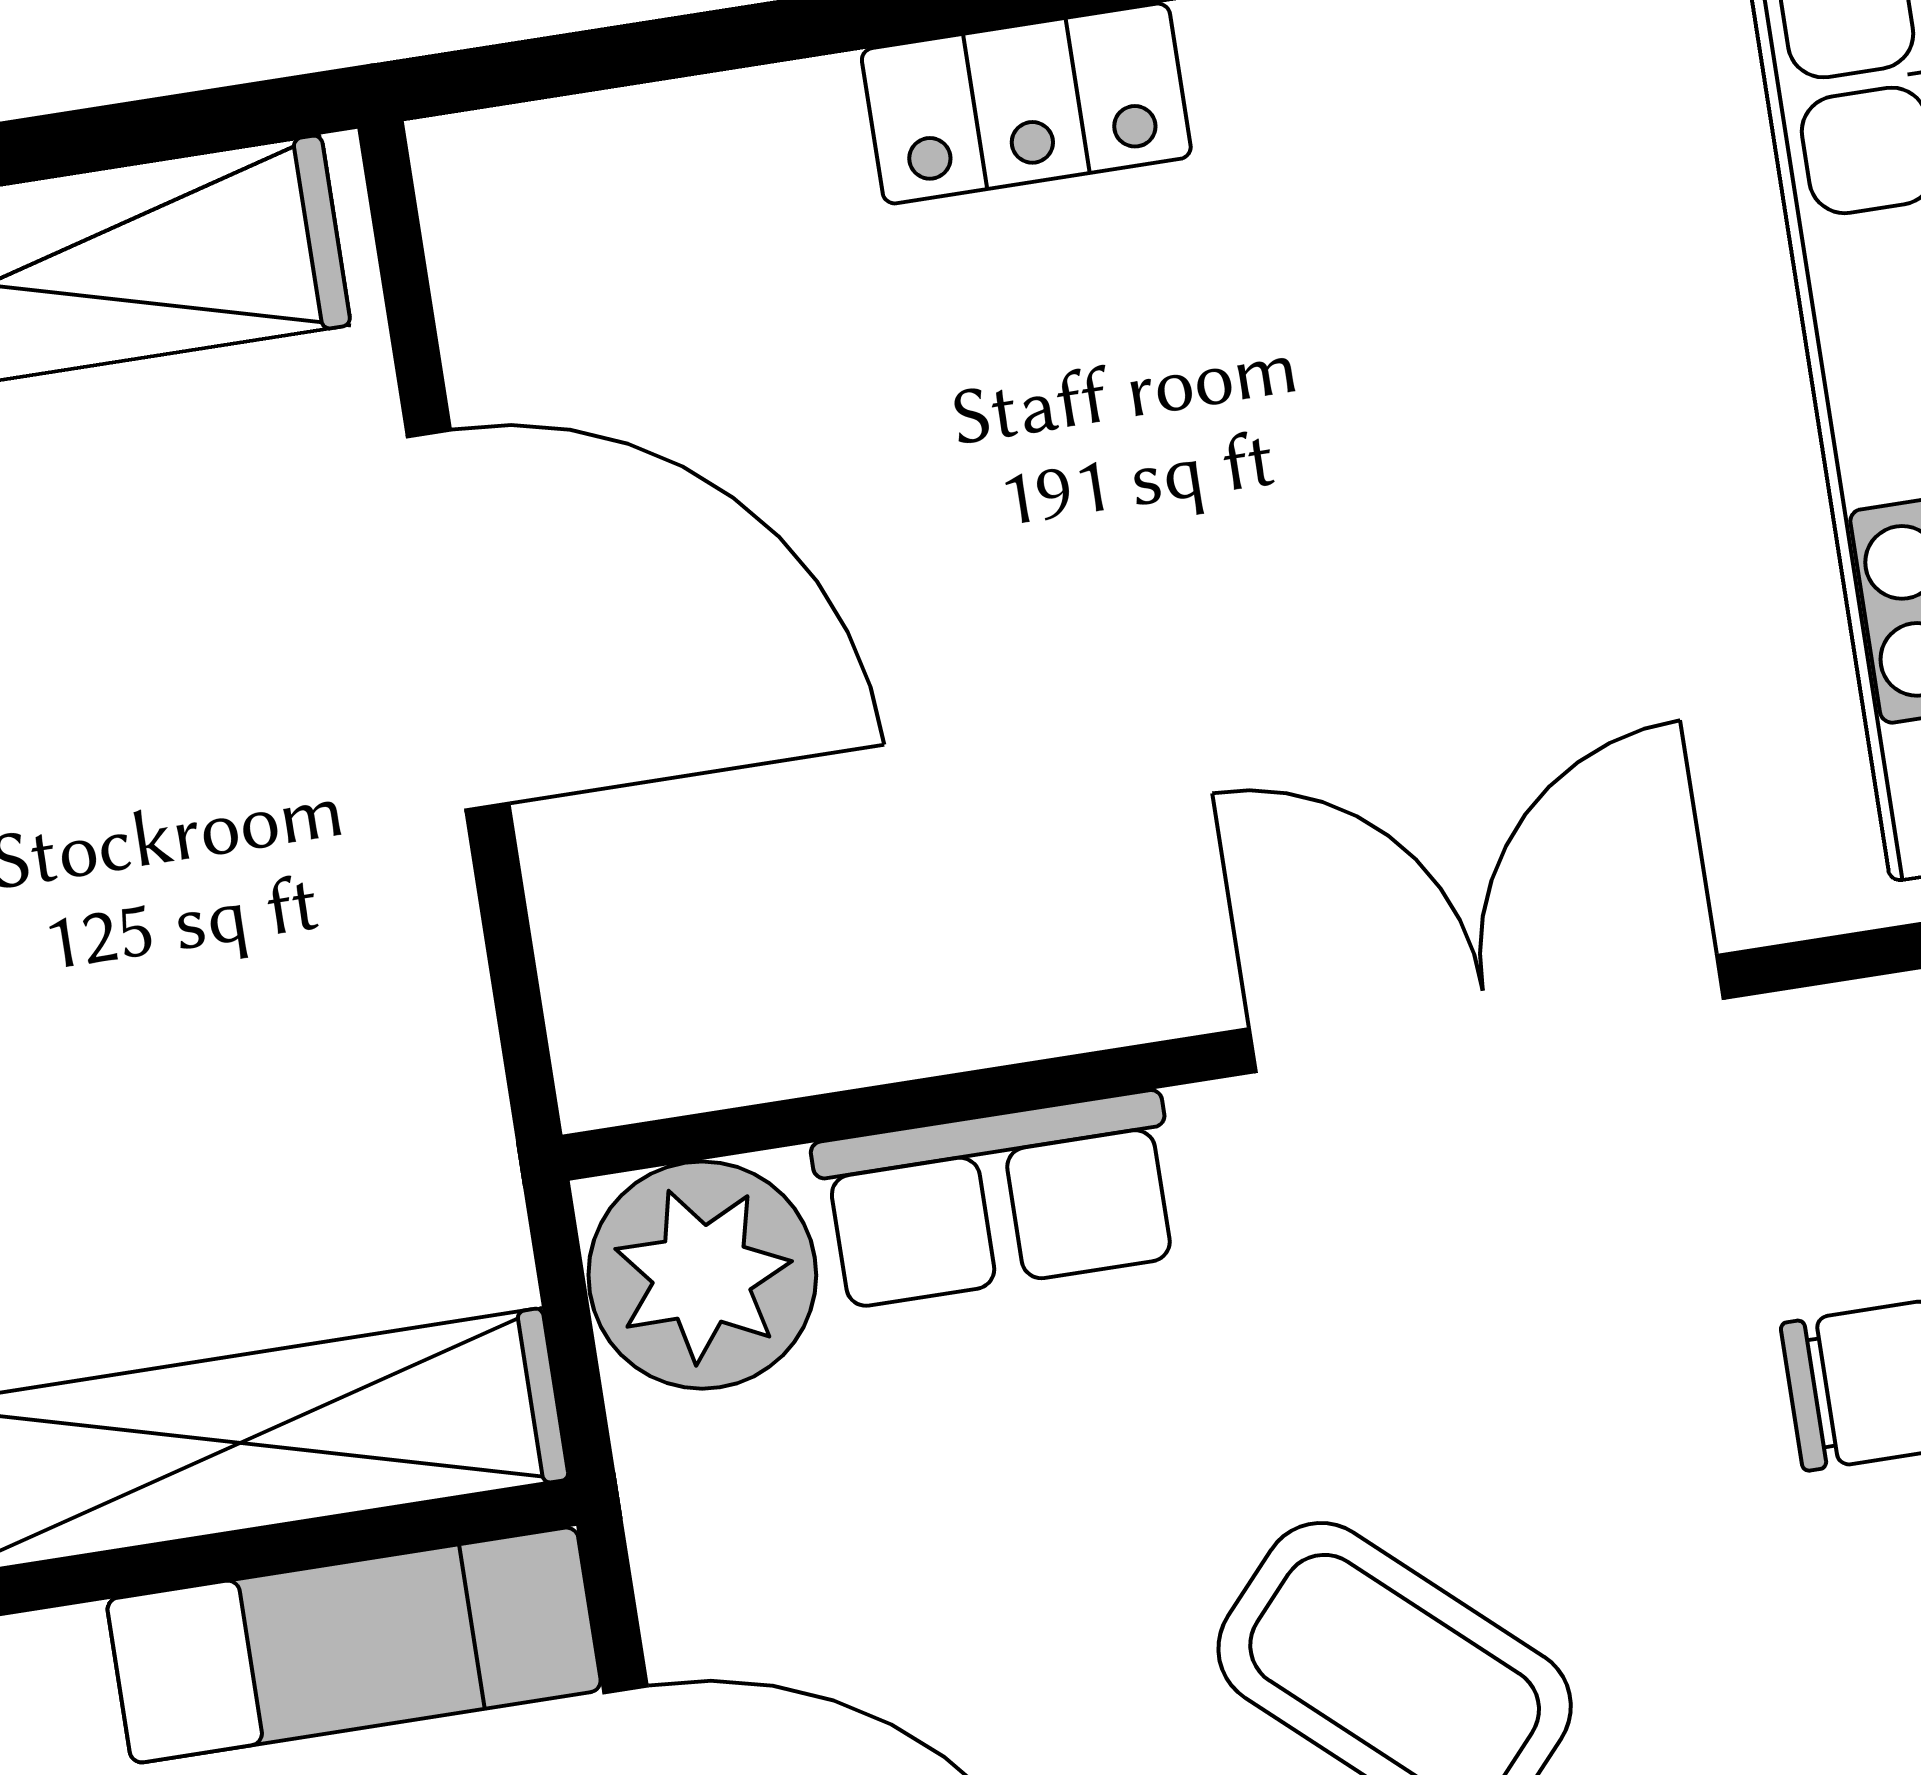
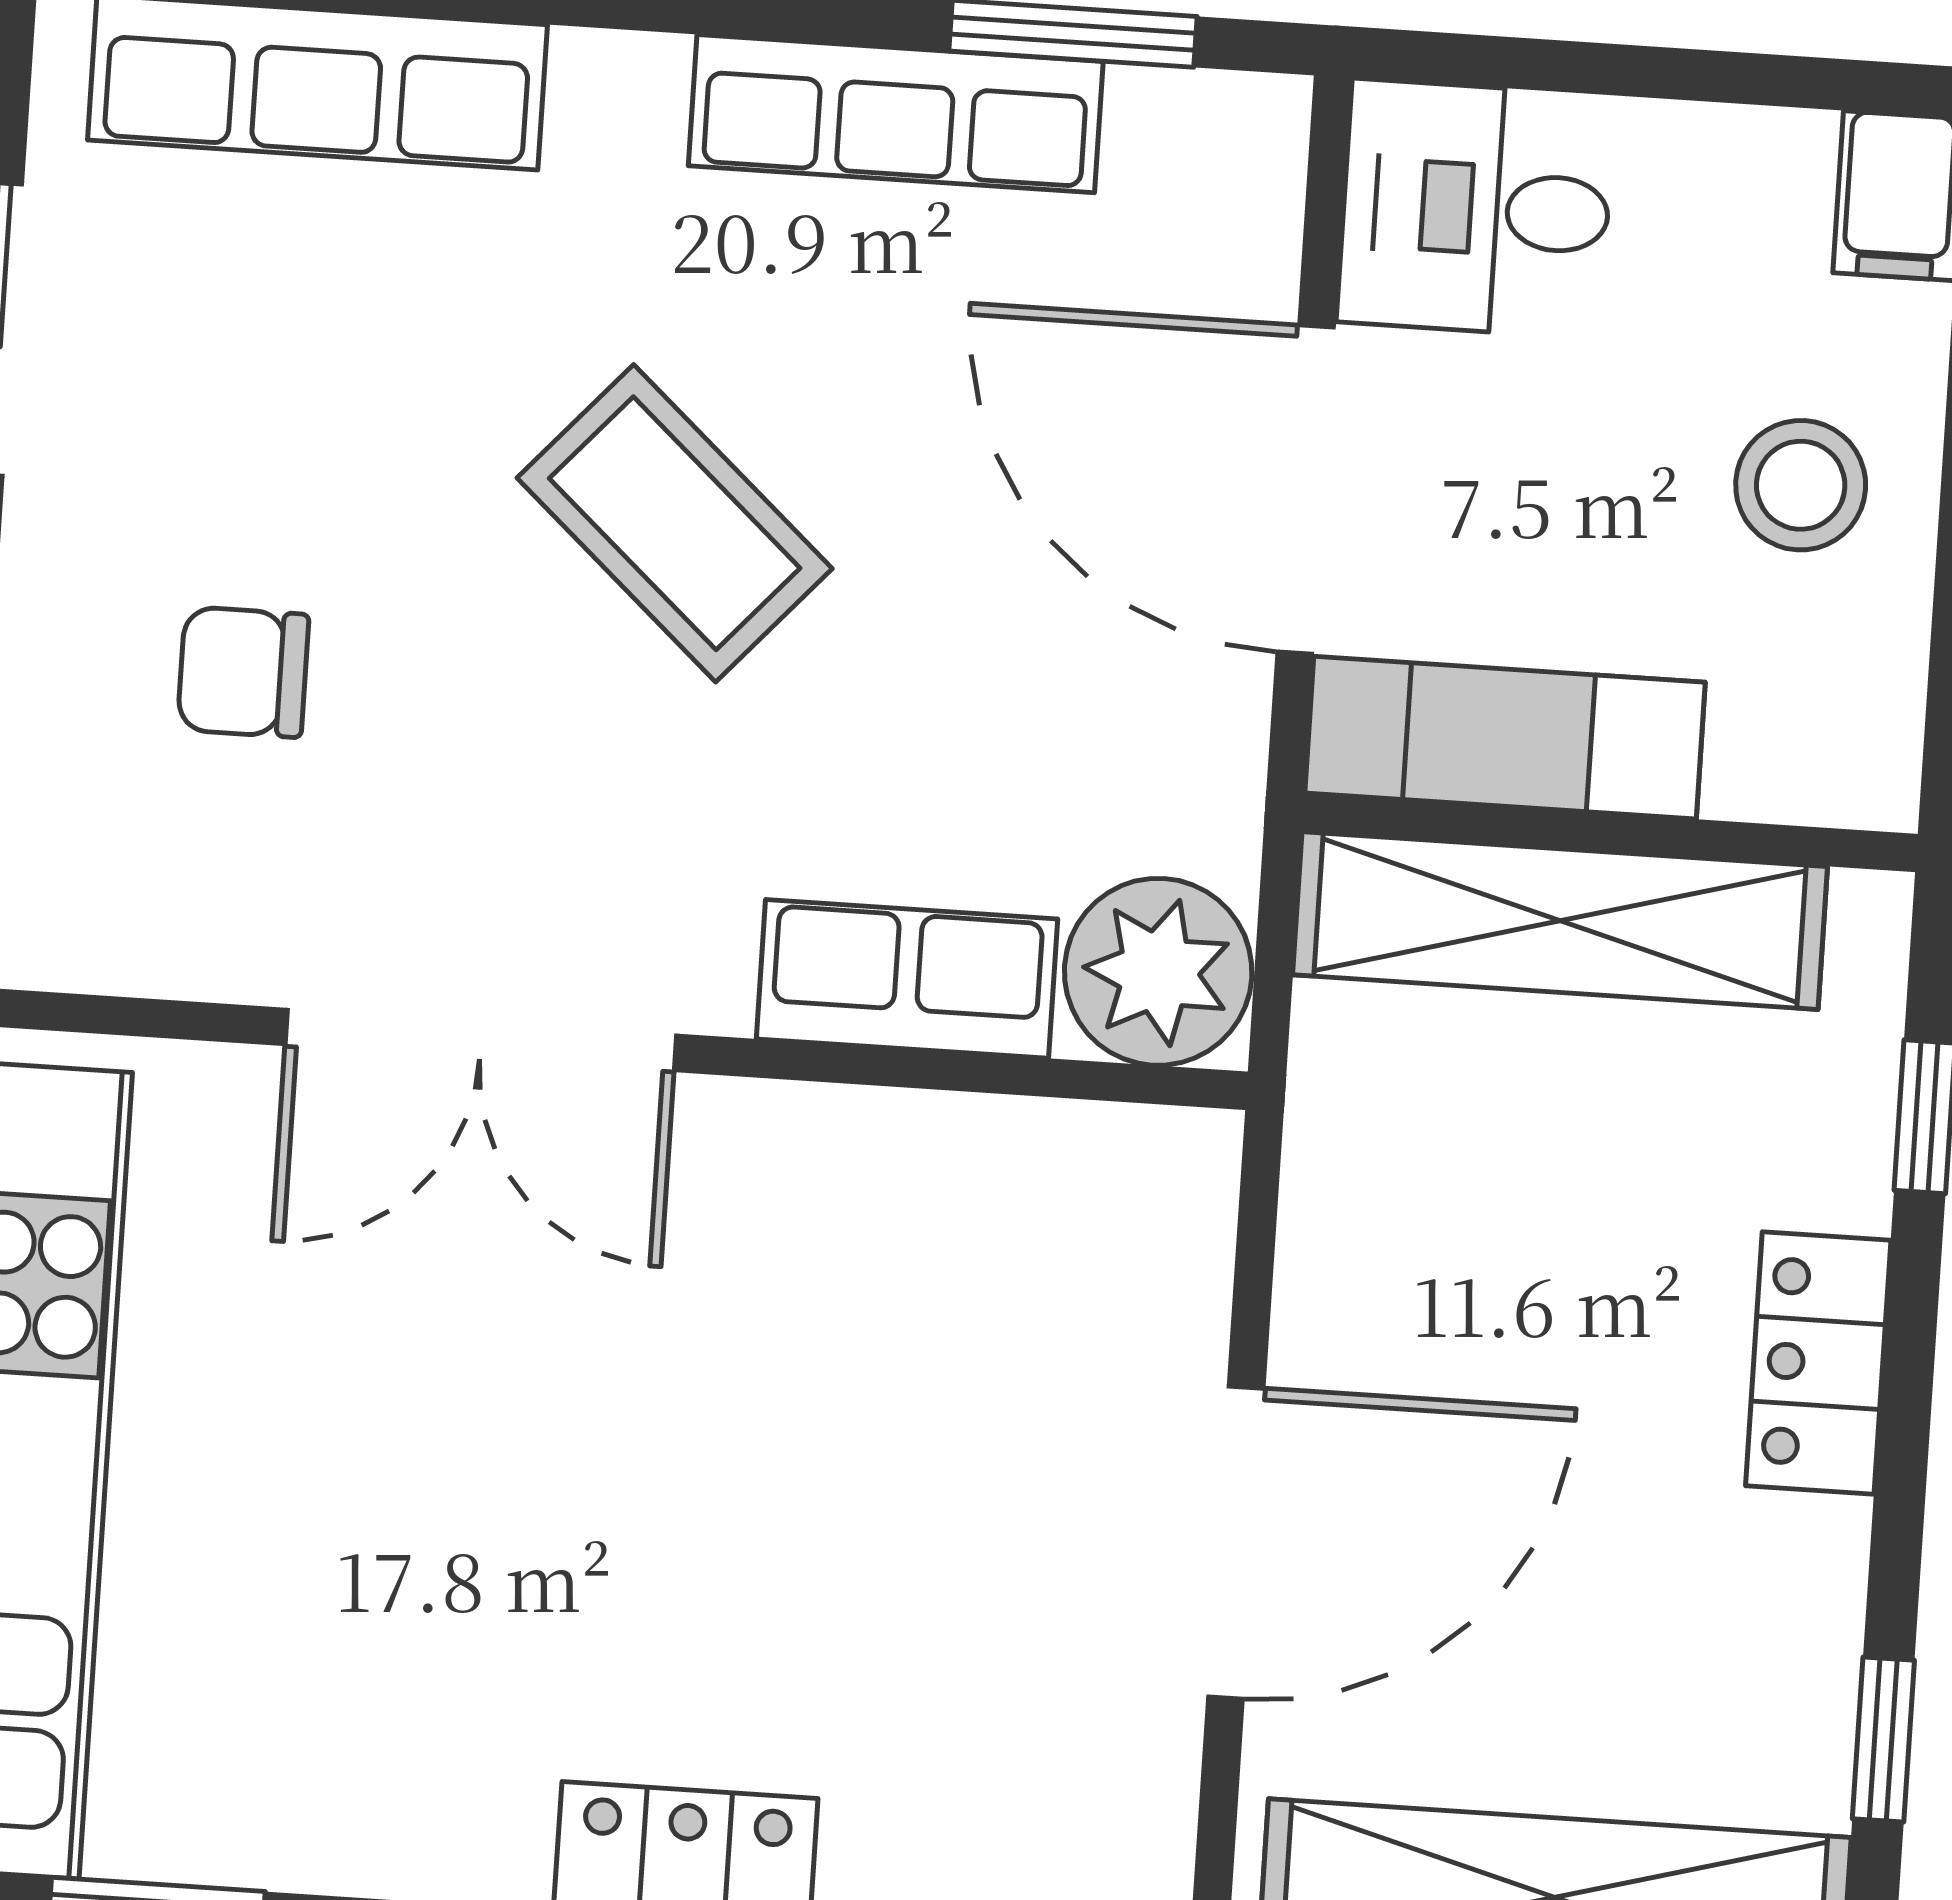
door: (458, 620) -> (1236, 1542), swing flipped

